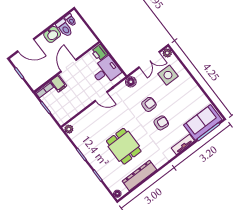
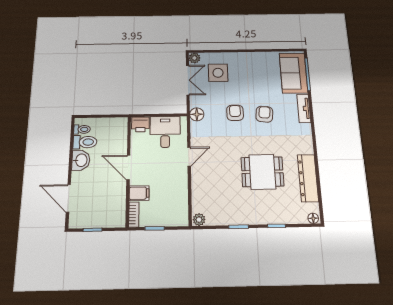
door: (26, 45) -> (68, 198), swing flipped

